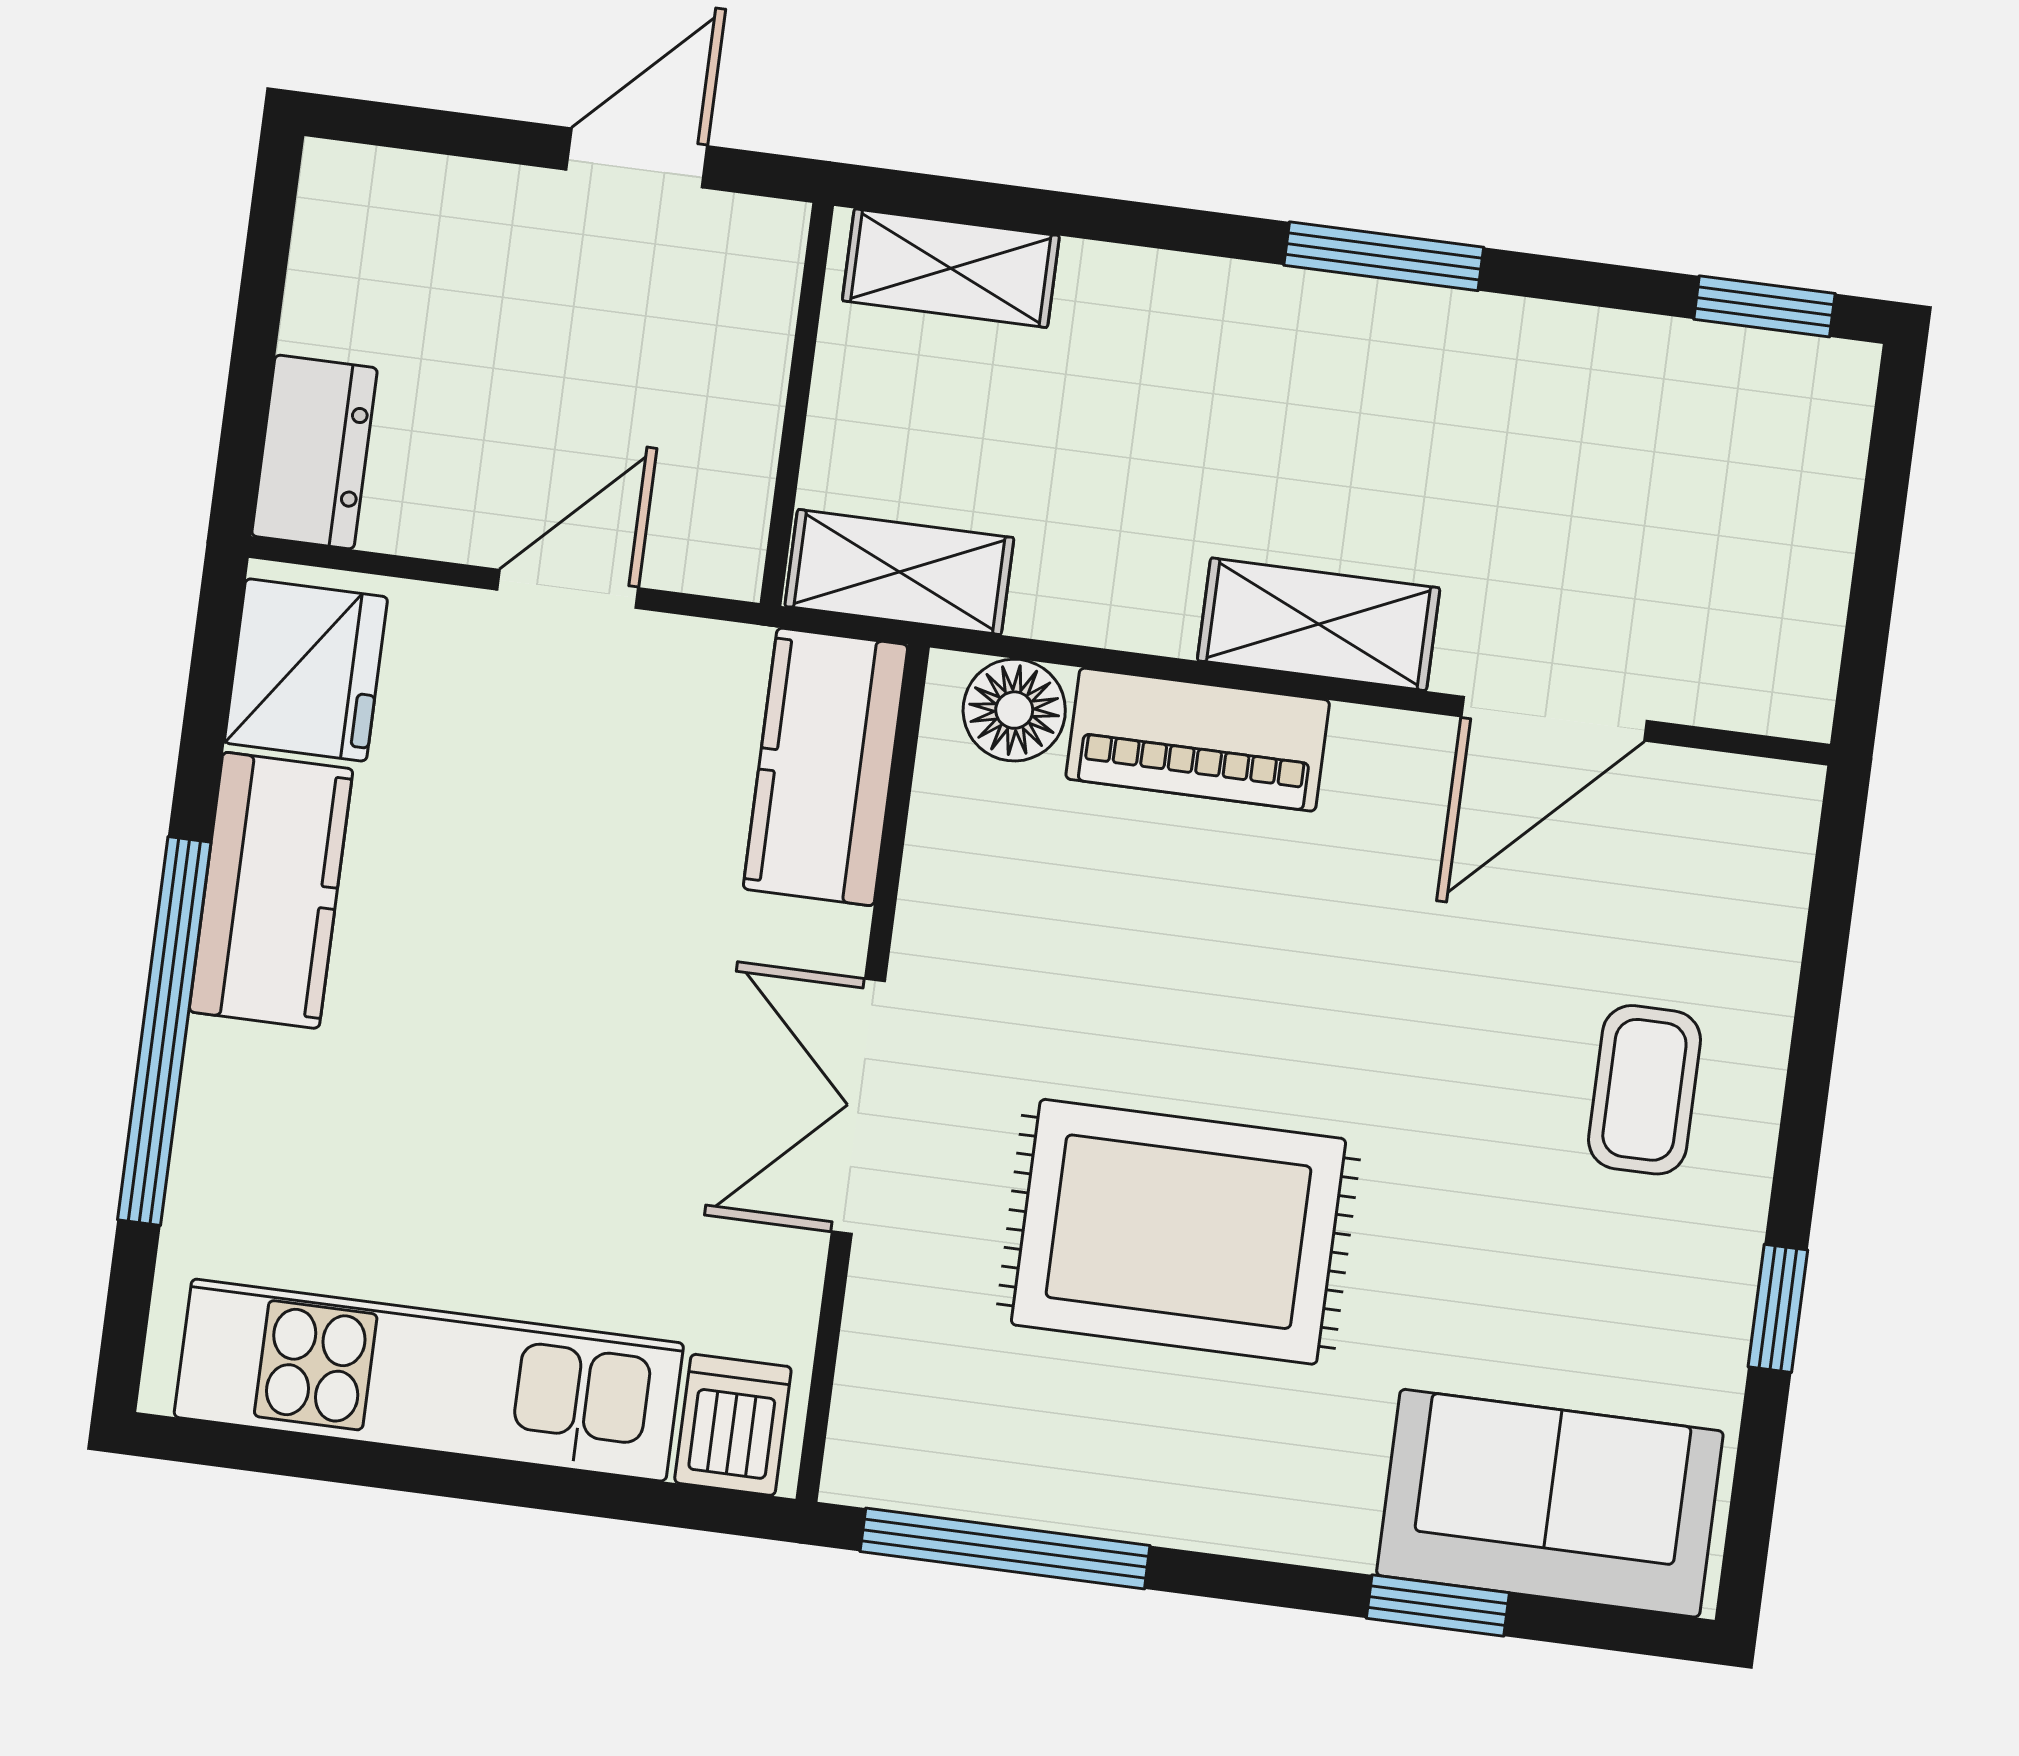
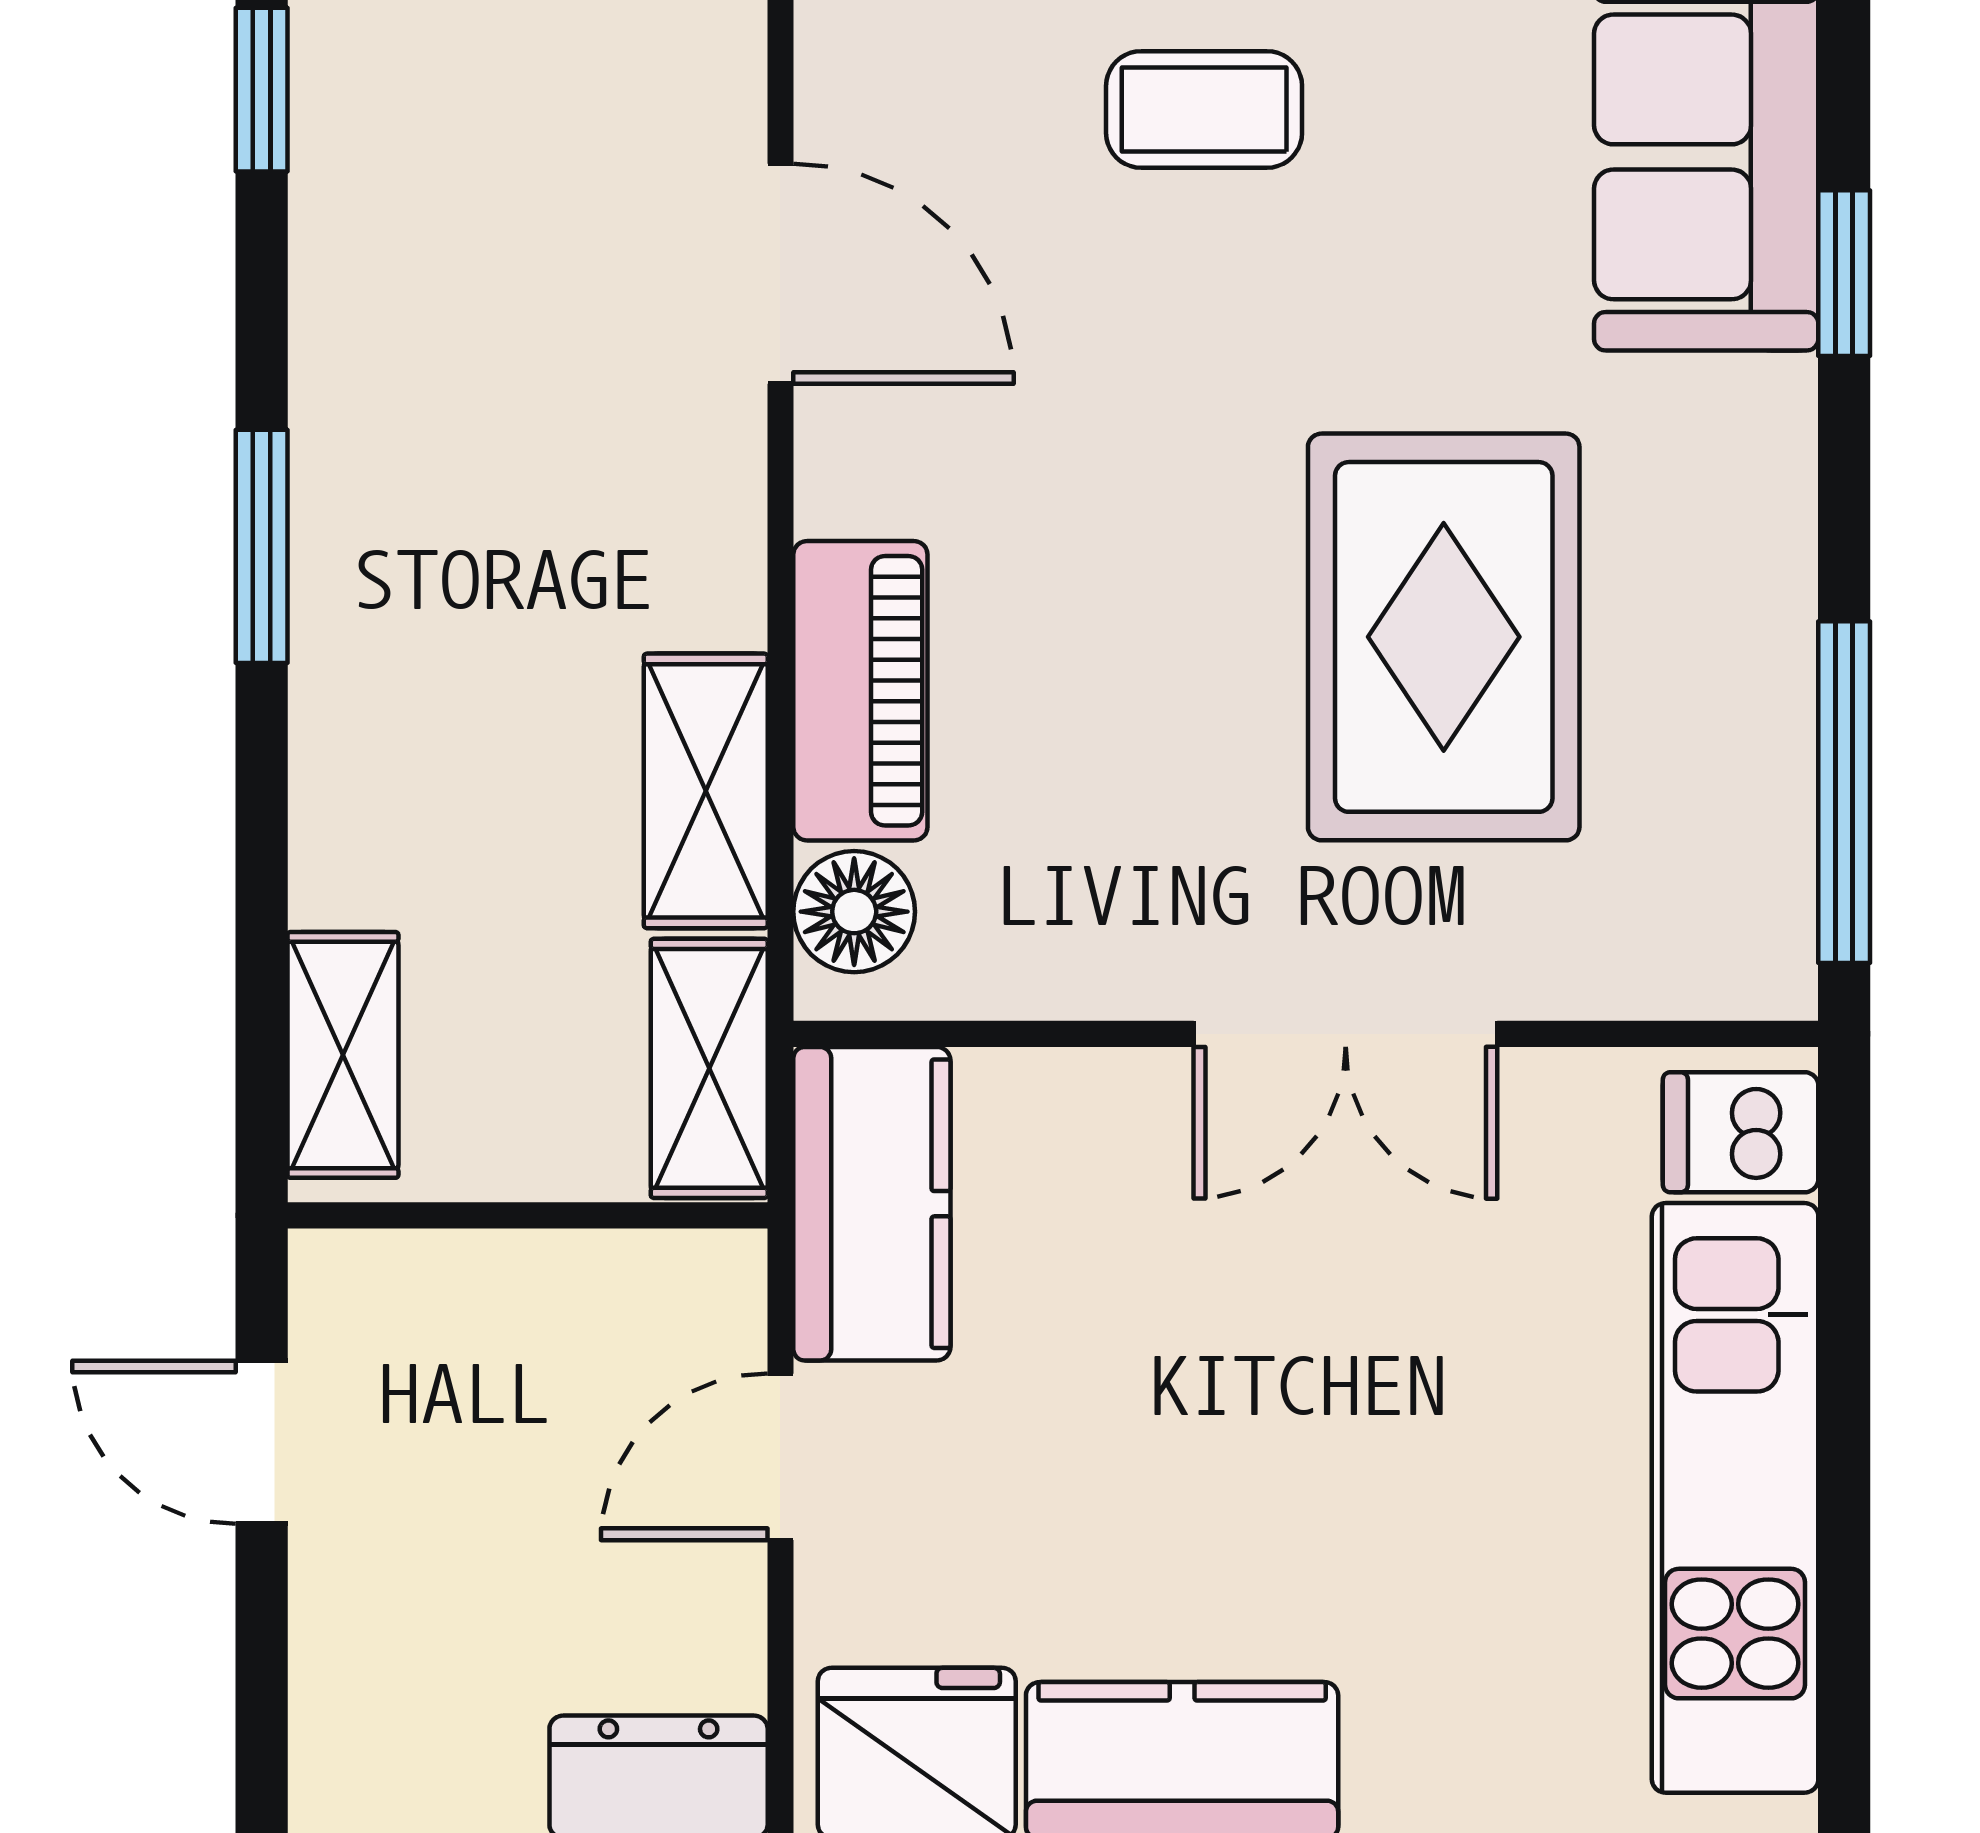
door: (568, 589) -> (780, 1457), hinge flipped
shelving: (1319, 624) -> (706, 791), moved
kitchen counter: (826, 767) -> (872, 1204), moved, turned -90

